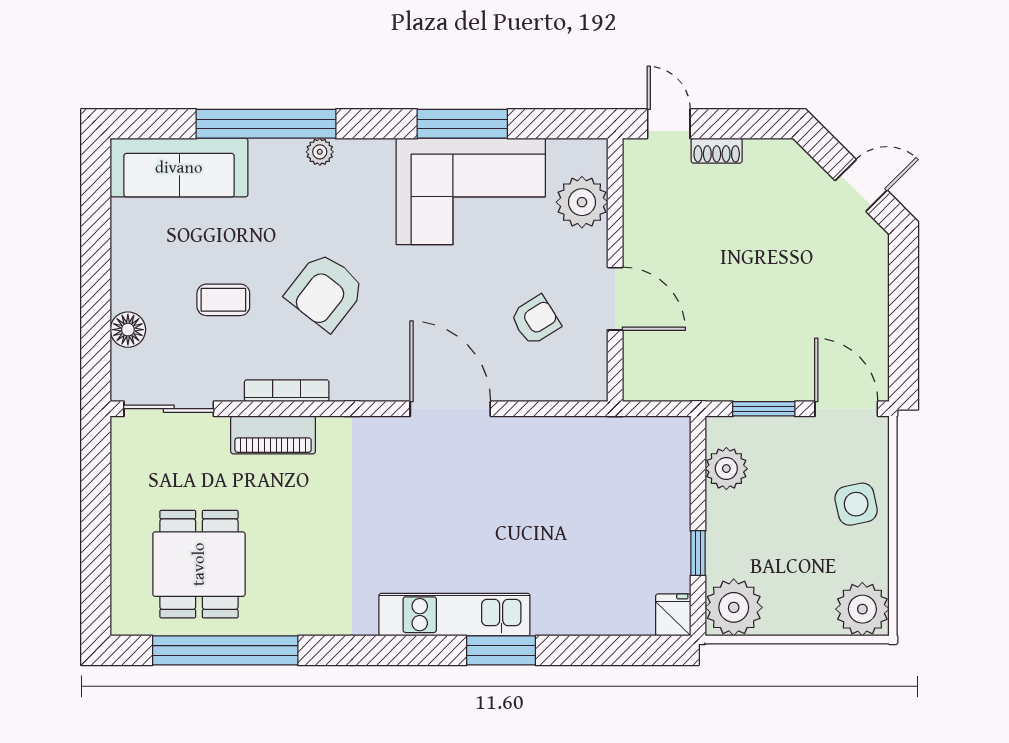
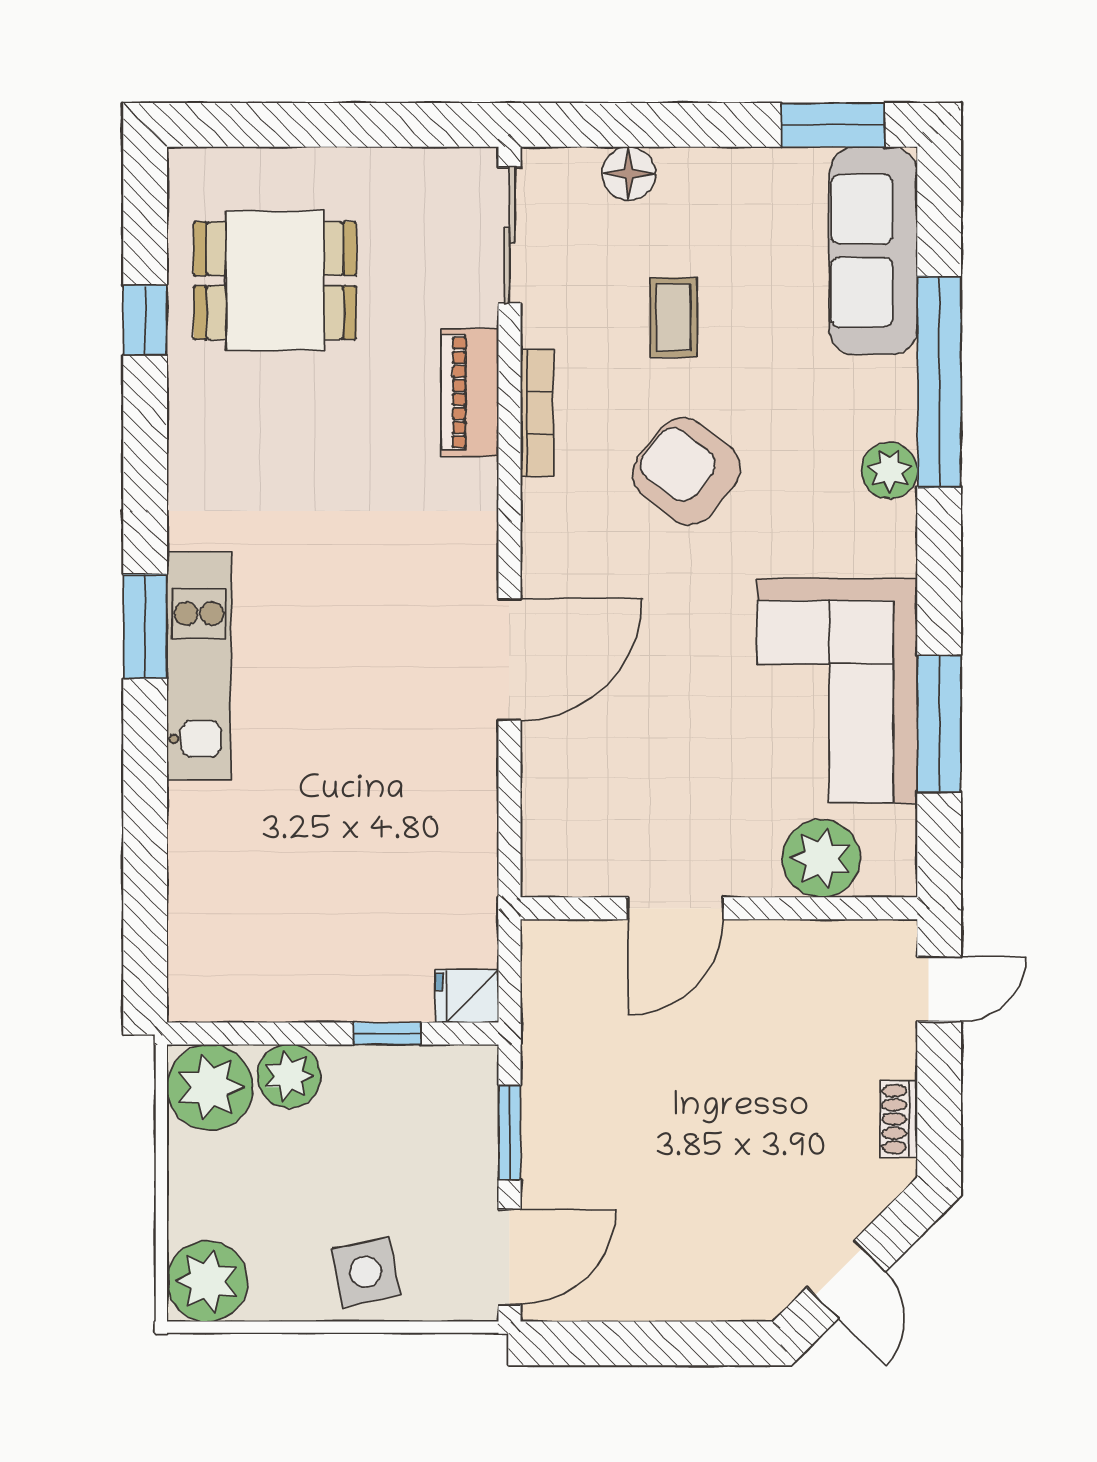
window: (462, 124) -> (939, 724), moved
shoe rack: (717, 151) -> (899, 1119), moved
plant: (320, 152) -> (889, 471), width x1.38, depth x1.38
window: (96, 194) -> (833, 125), added
armchair: (536, 320) -> (643, 788), removed
plant: (726, 469) -> (289, 1076), moved
window: (698, 553) -> (387, 1033), moved
fridge: (673, 615) -> (467, 996), moved, turned 180
window: (225, 650) -> (145, 320), width x0.32
window: (501, 650) -> (145, 626), moved

